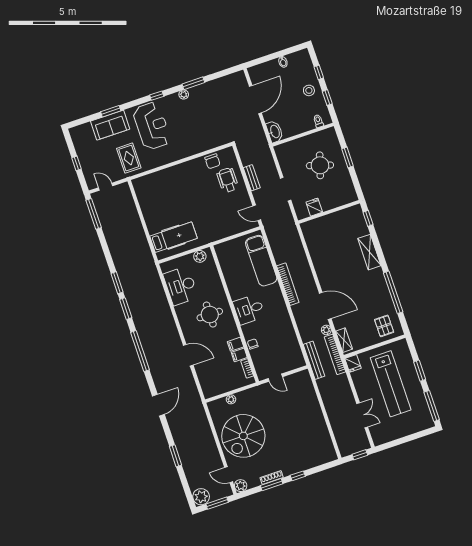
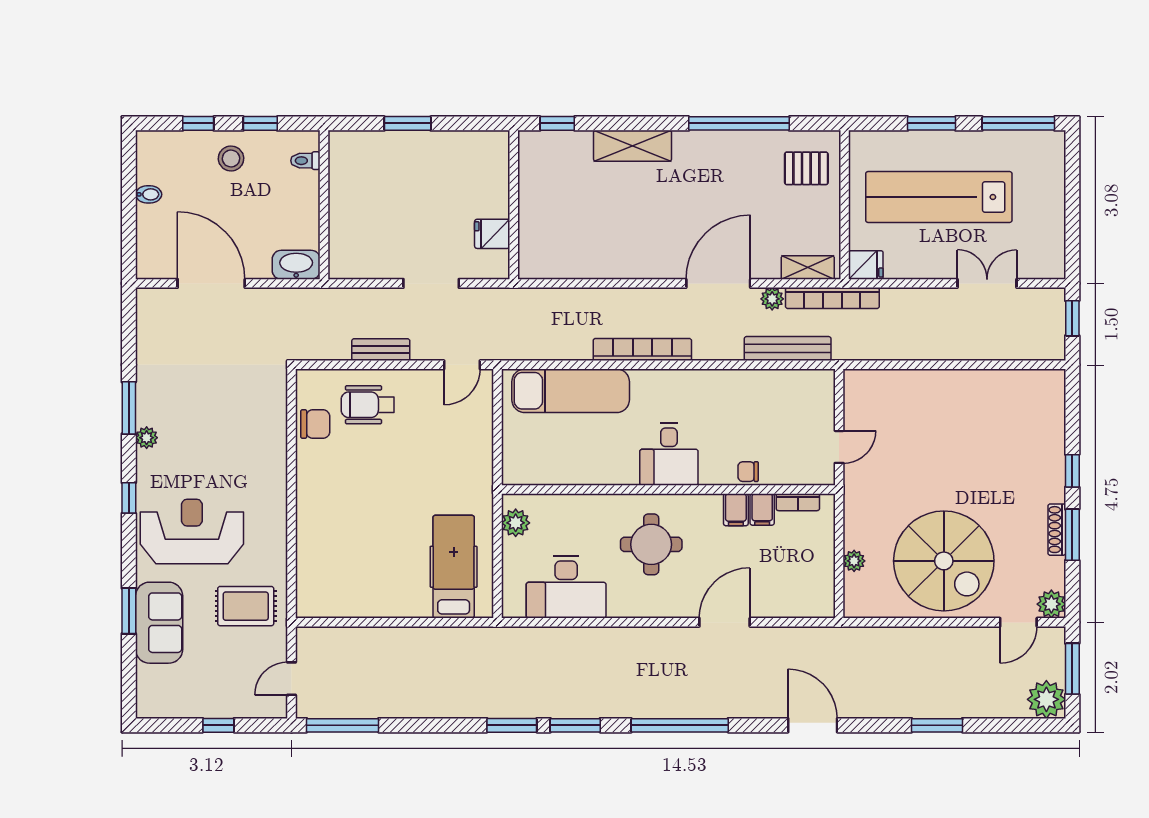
round table: (320, 165) -> (404, 190), removed
bench: (314, 360) -> (788, 349), moved
lab bench: (391, 384) -> (939, 197), turned 180

